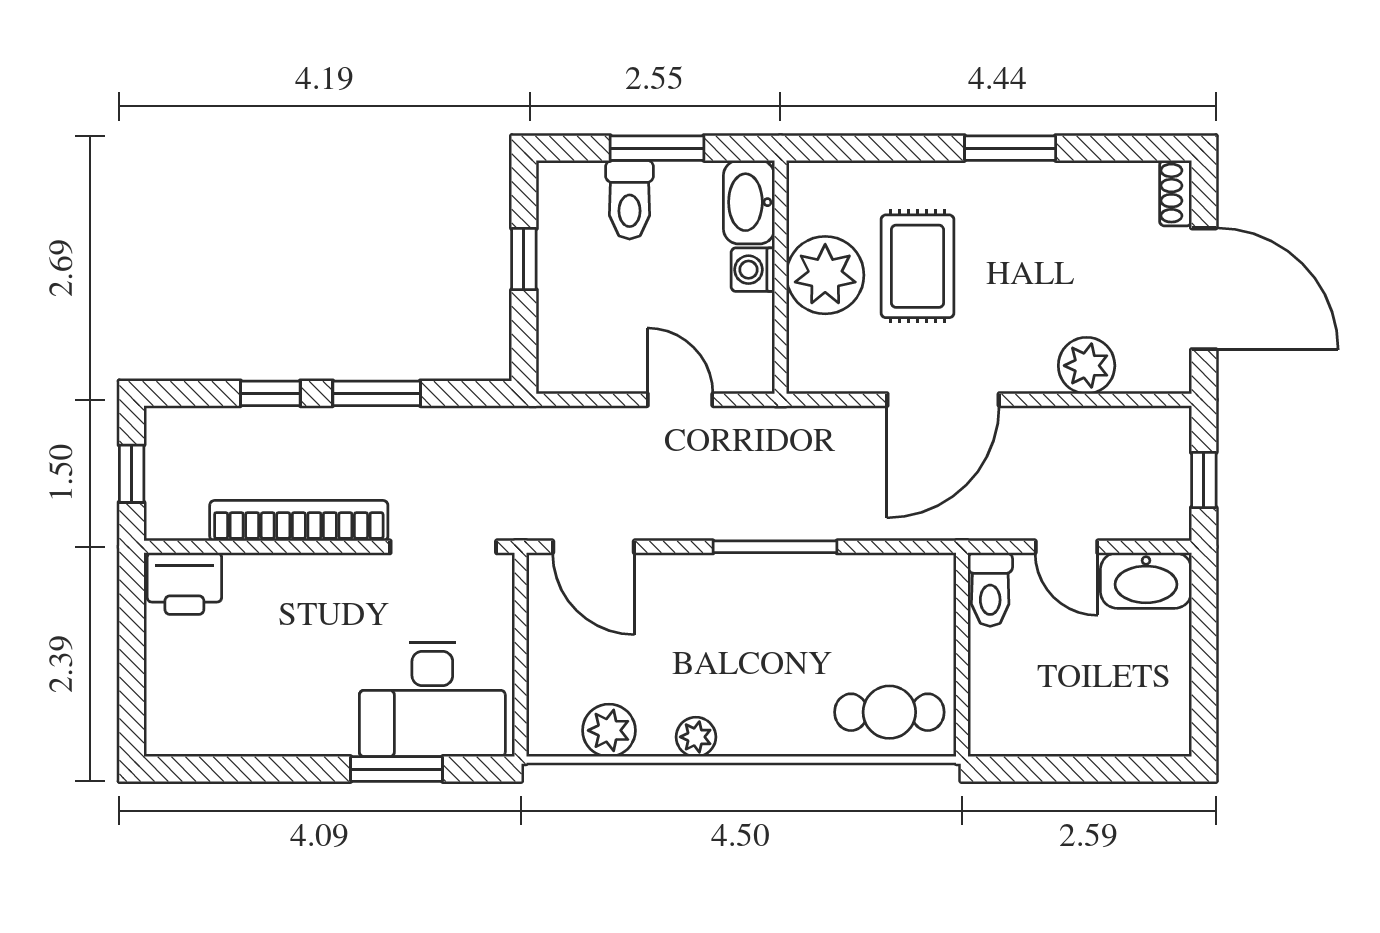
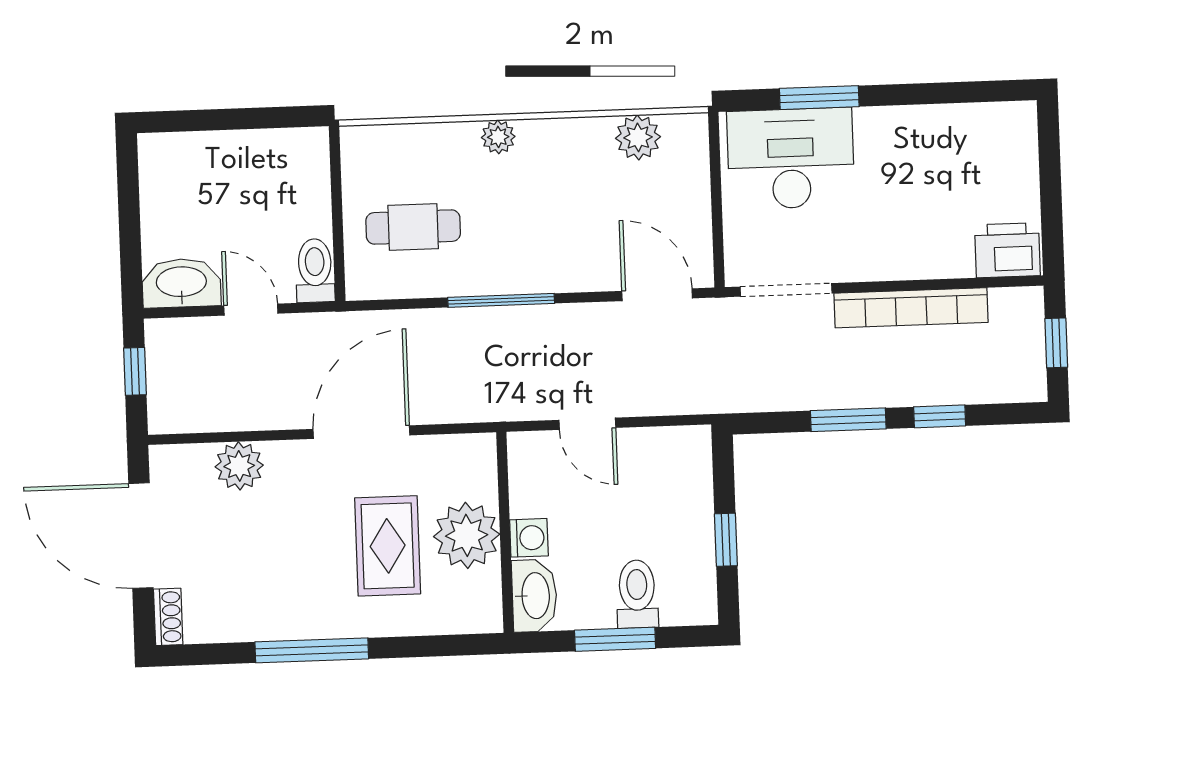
window: (1010, 148) -> (312, 650), width x1.44
cafe table: (889, 712) -> (413, 227), moved
plant: (696, 737) -> (498, 137), moved

